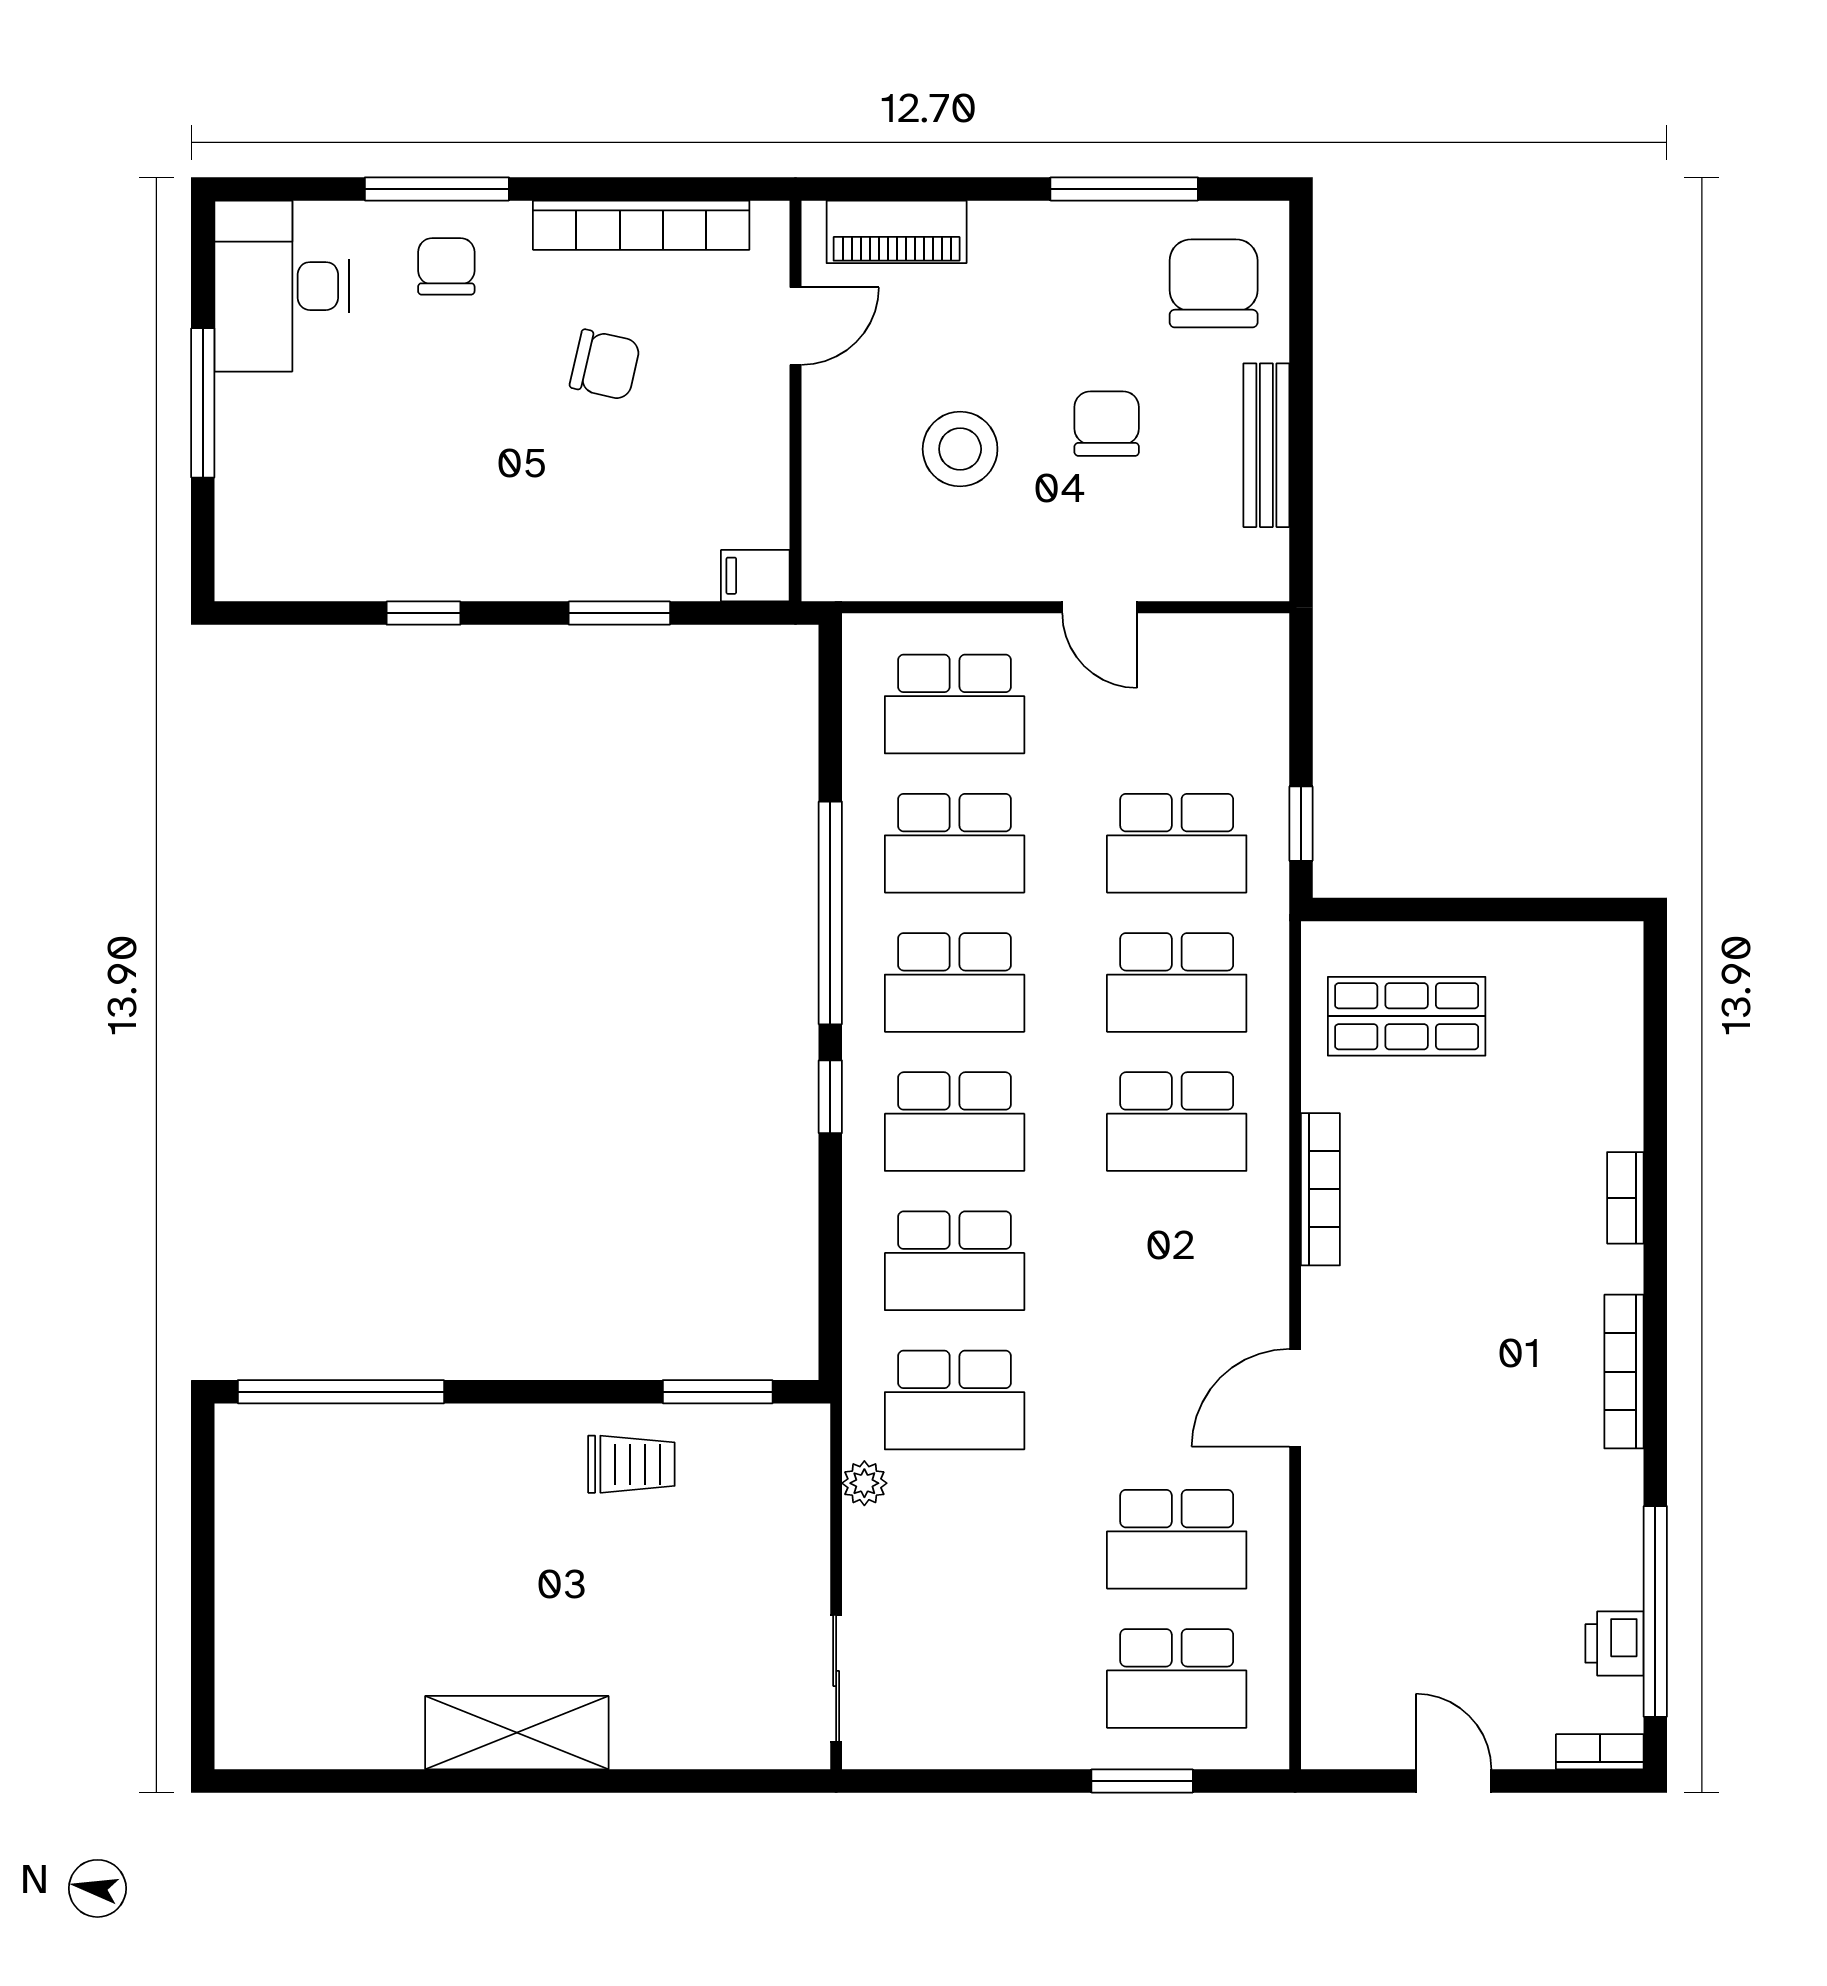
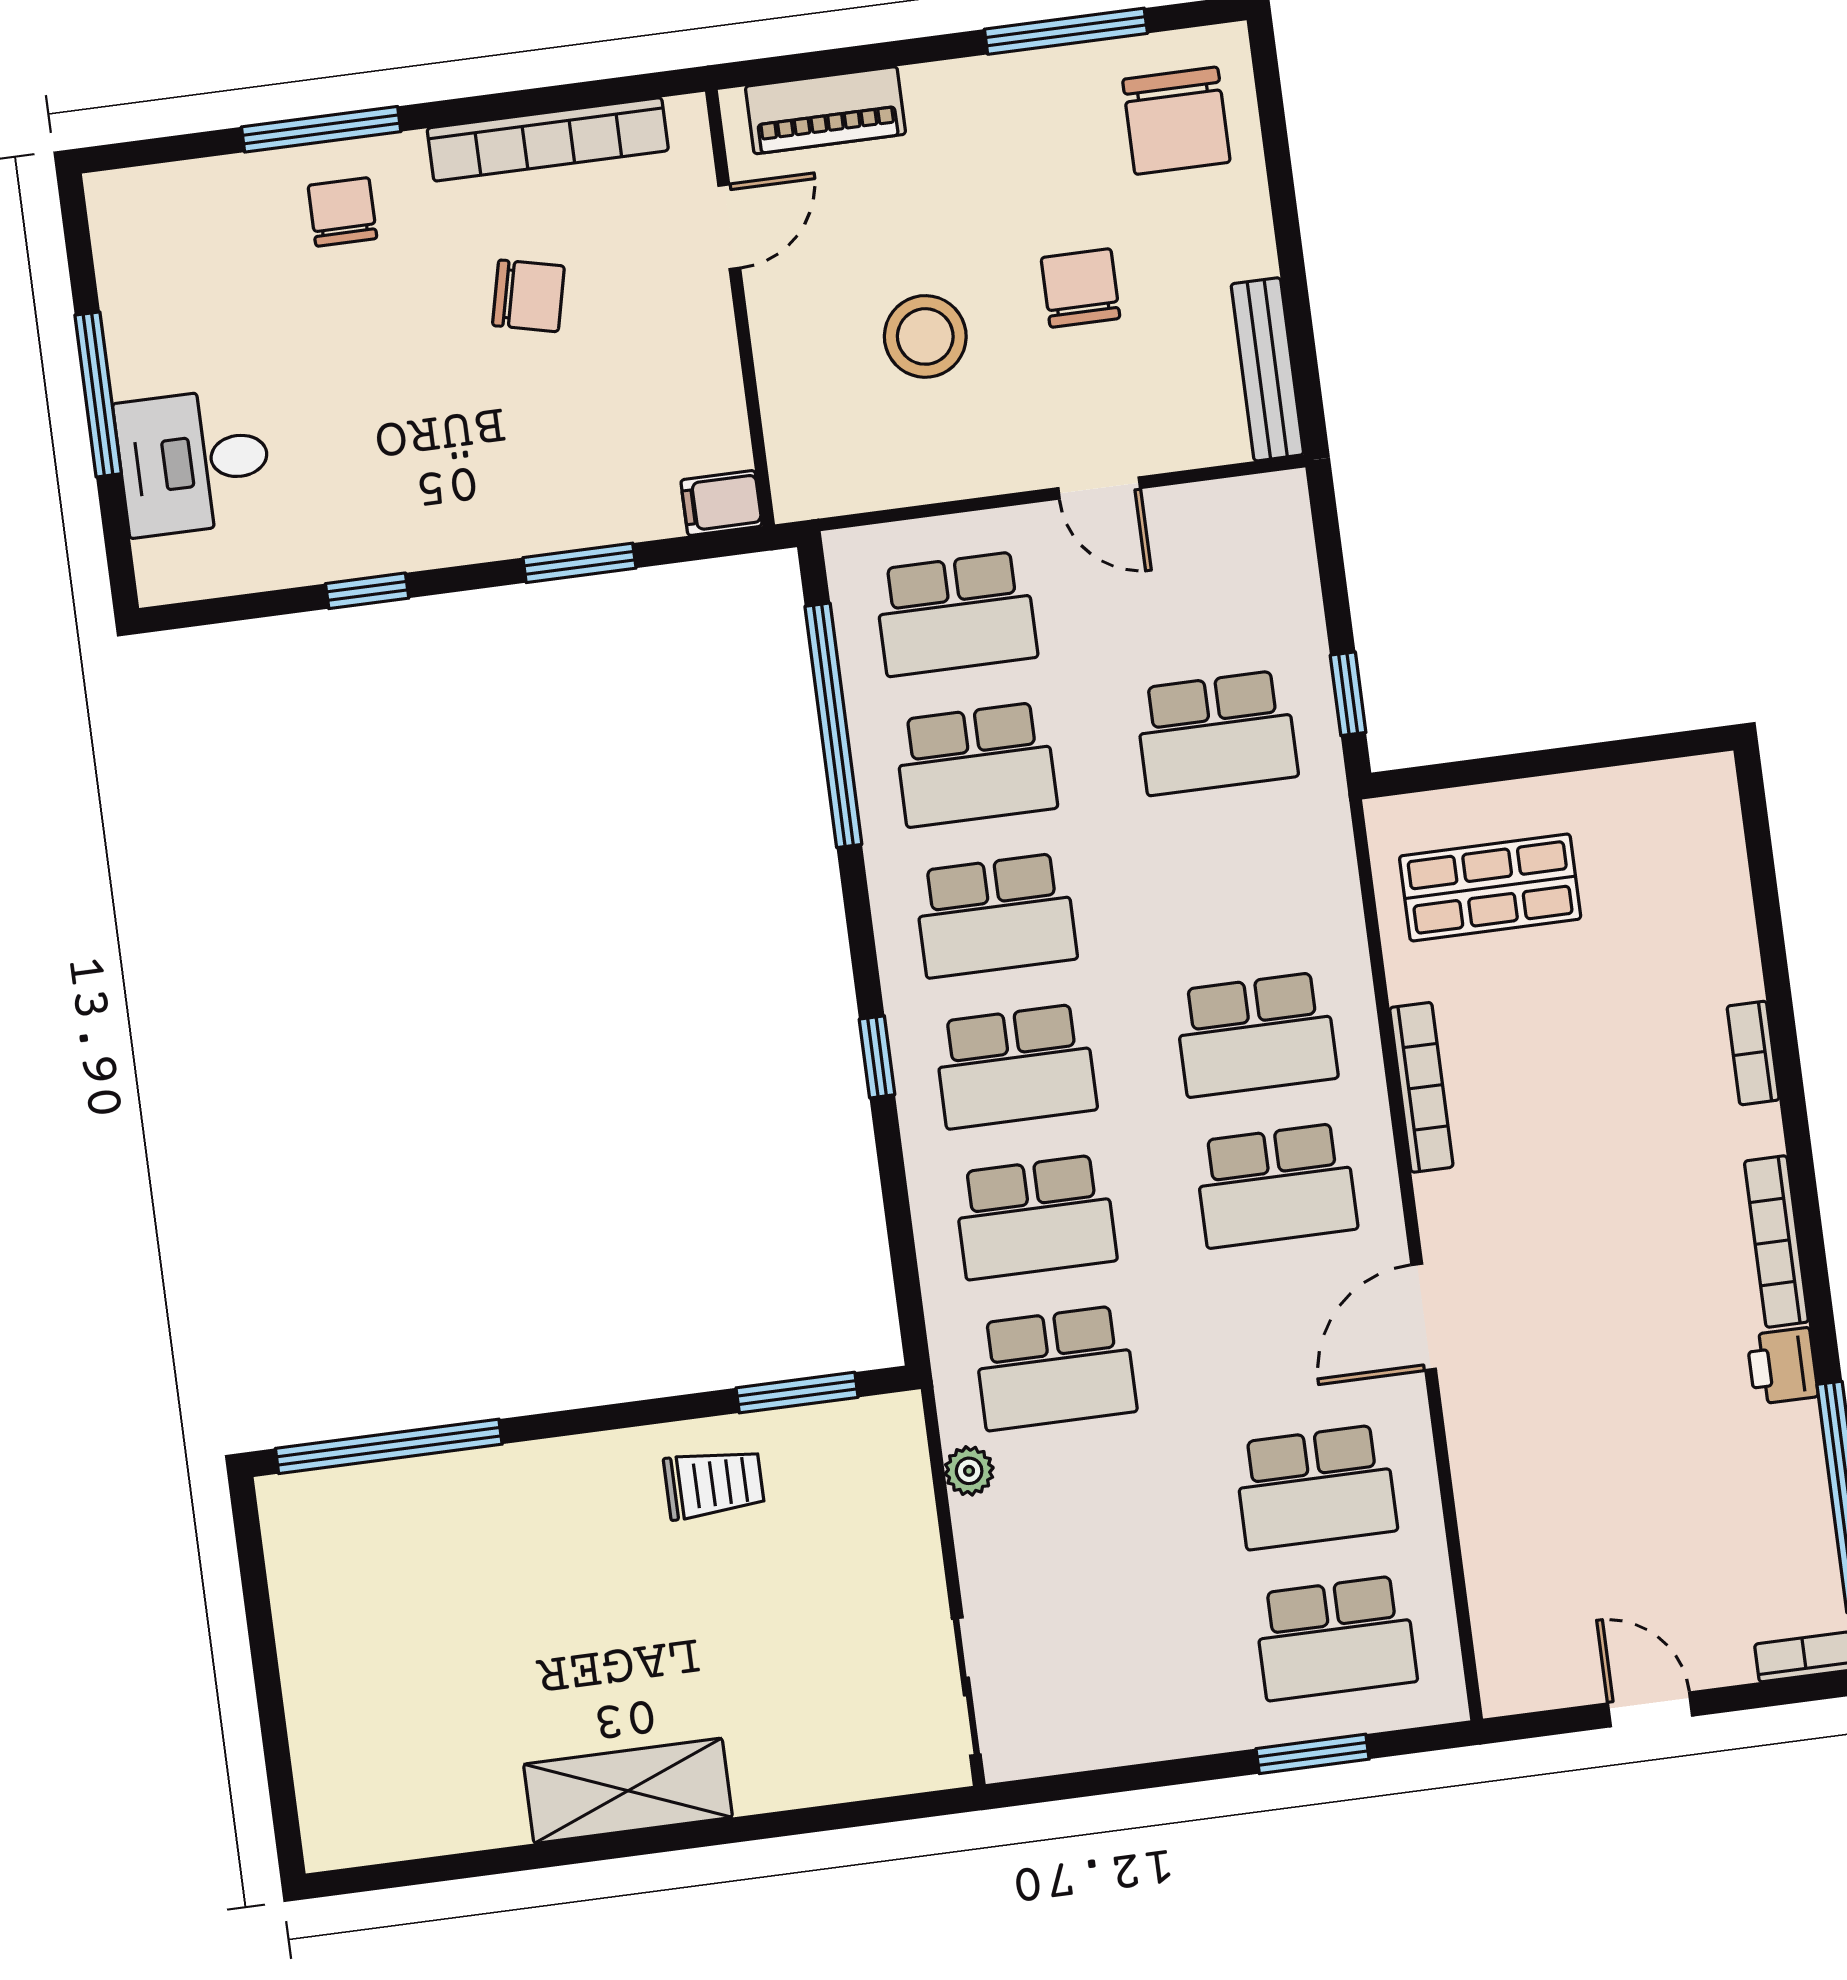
chair: (1214, 283) -> (1176, 121), turned 180
desk: (282, 286) -> (194, 462), moved, width x0.73
bench: (1266, 445) -> (1267, 369), moved
window: (830, 913) -> (833, 725), moved
school desk: (1177, 982) -> (1276, 1185), moved
printer: (1615, 1643) -> (1782, 1366), moved

